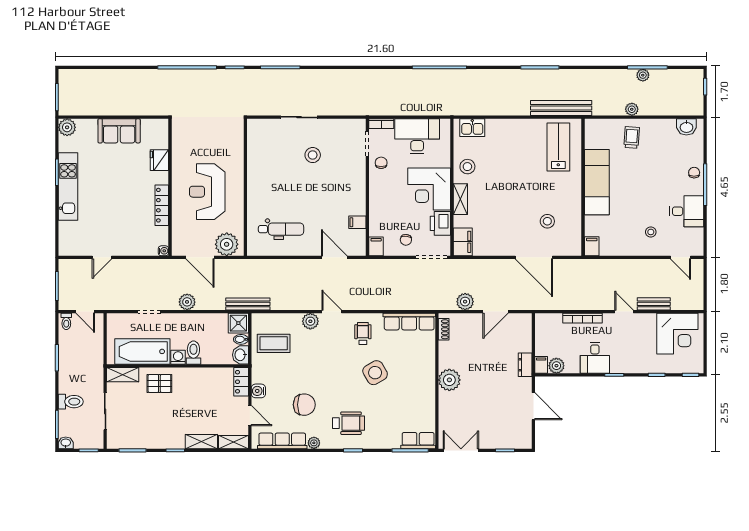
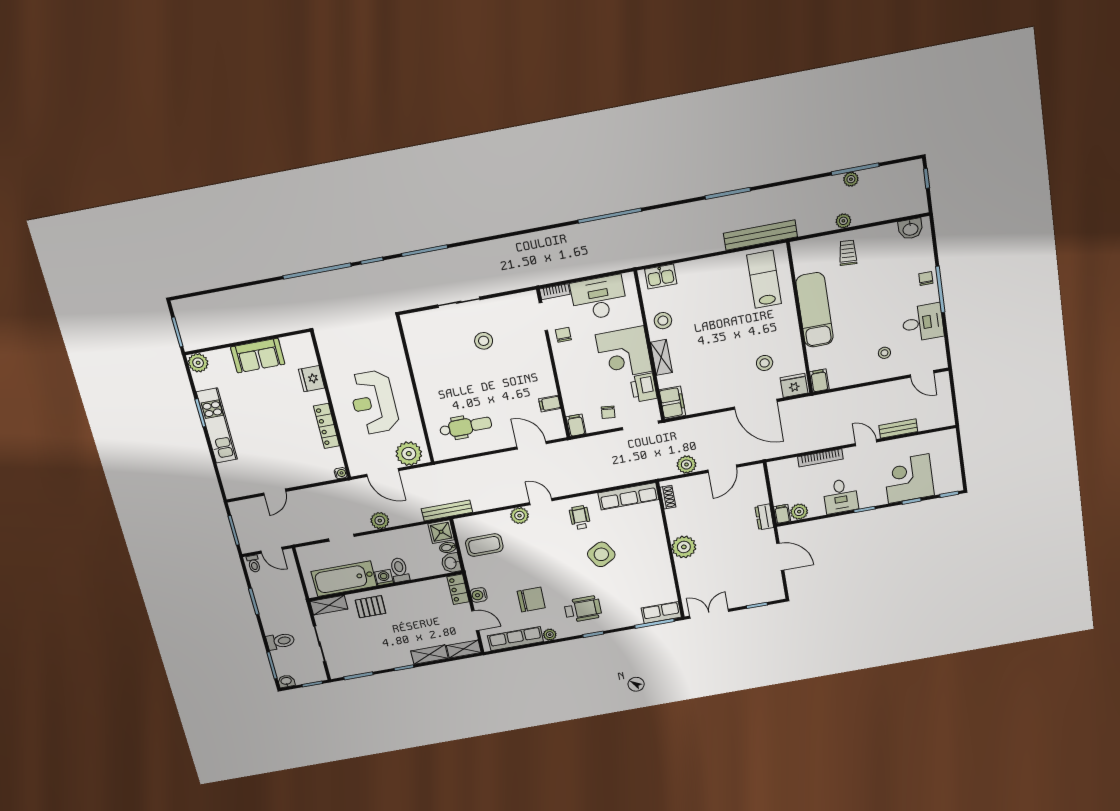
fridge: (569, 247) -> (794, 385), added
corner desk: (677, 334) -> (909, 479), moved, turned 180

